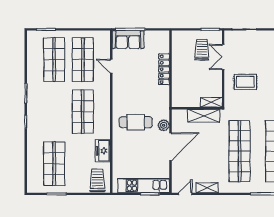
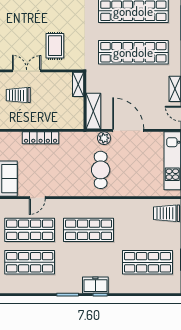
double door: (223, 57) -> (27, 71), swing flipped
shelving: (204, 116) -> (93, 111), moved
freezer: (103, 151) -> (95, 285), moved, turned 180

